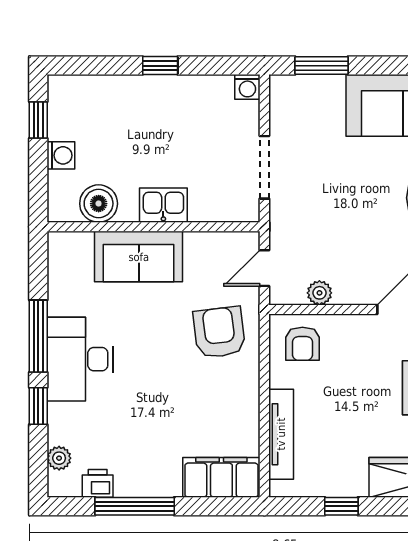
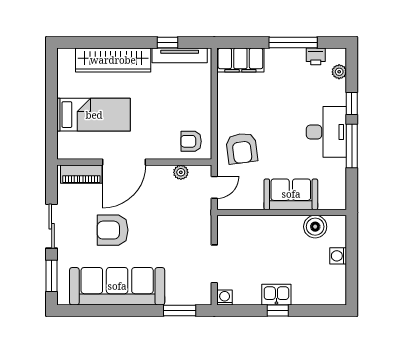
window: (38, 120) -> (352, 277), removed
doorway: (264, 167) -> (214, 264), moved
kitchen sink: (163, 205) -> (276, 295), moved, turned 180
armchair: (302, 344) -> (191, 141), turned -90
tv unit: (281, 434) -> (180, 55), moved, turned -90

